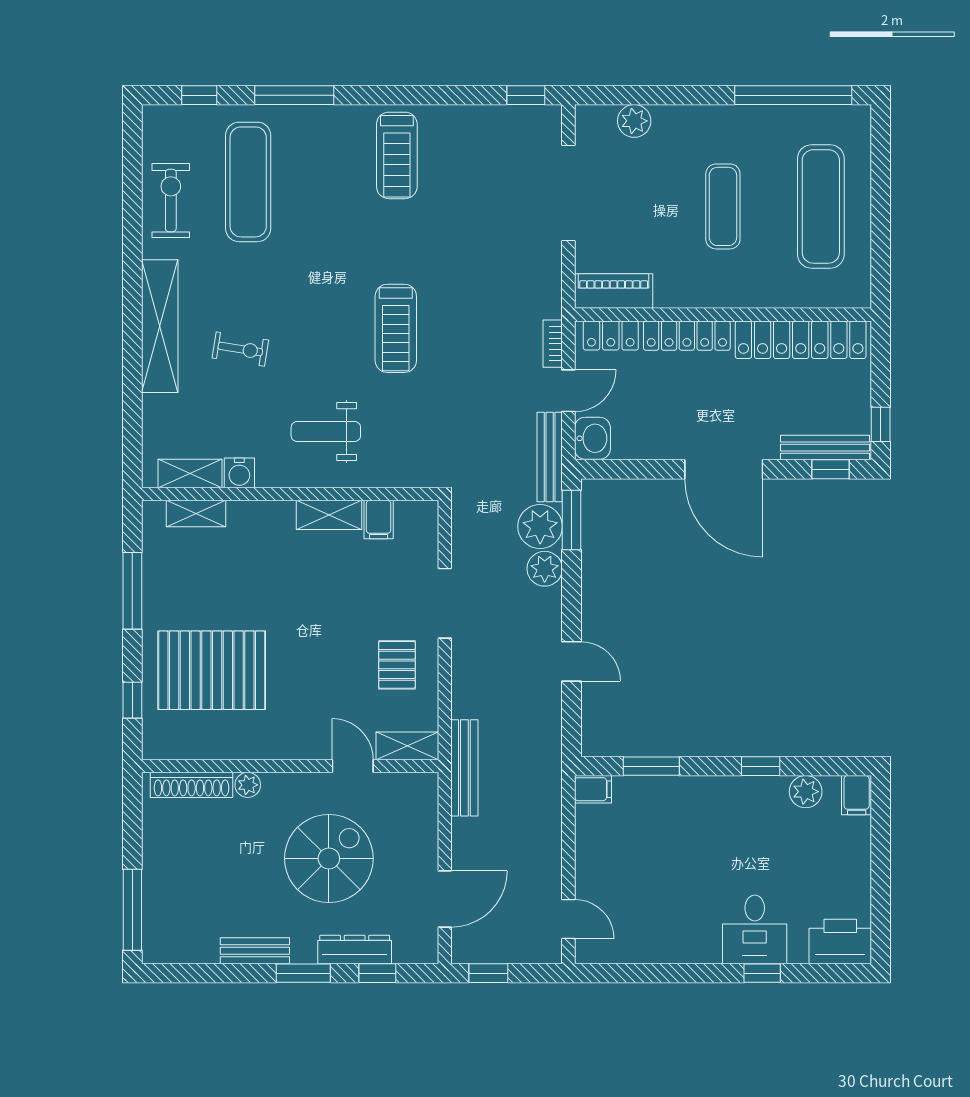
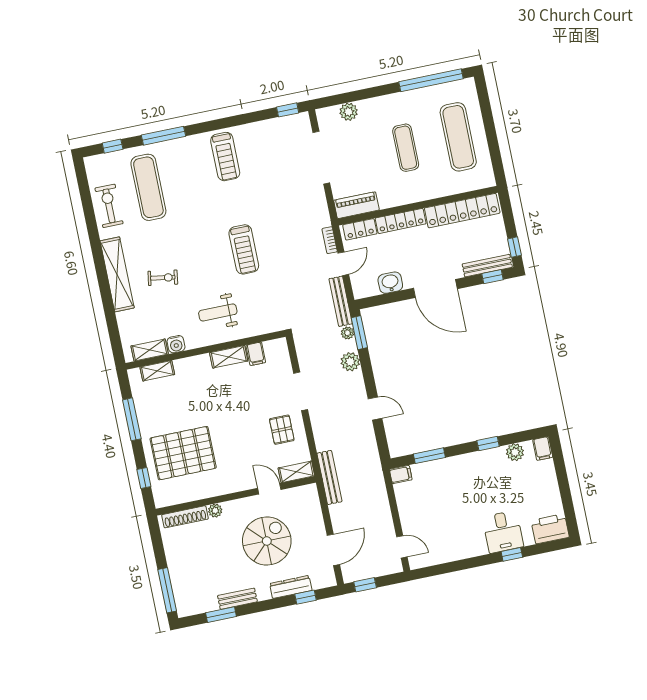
washbasin: (592, 438) -> (390, 283), moved, turned -90
plant: (540, 527) -> (348, 333), width x0.53, depth x0.53
window: (303, 973) -> (221, 615), moved

